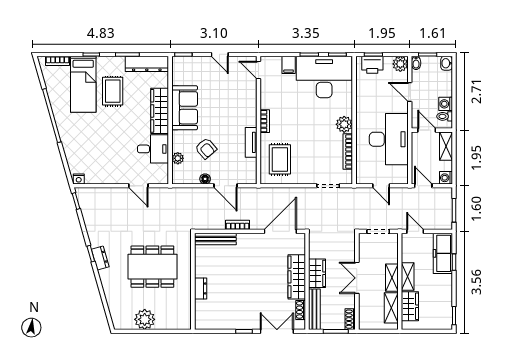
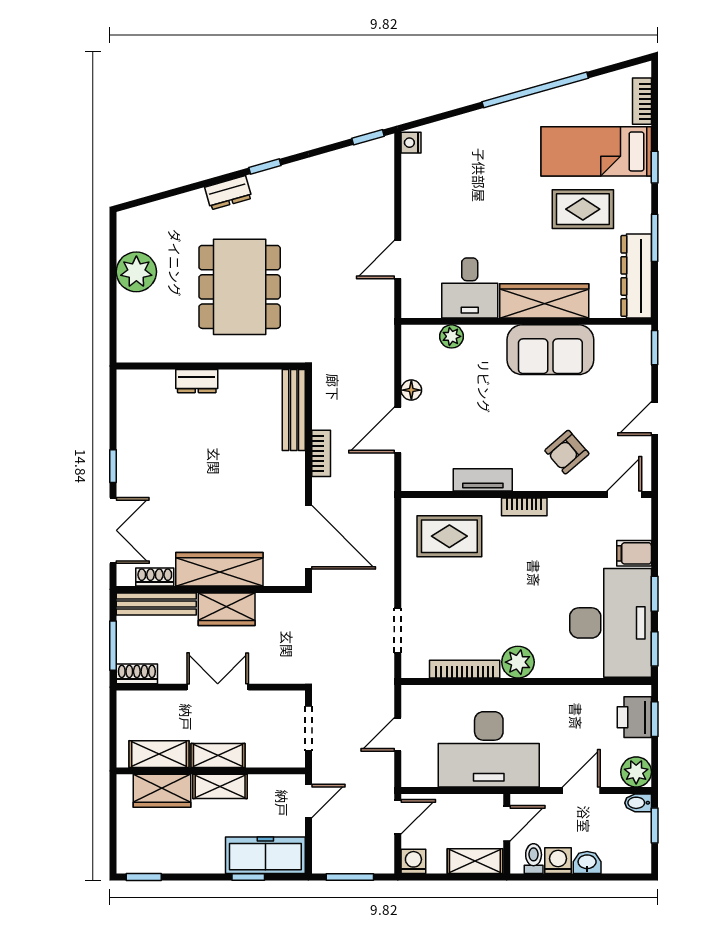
washbasin: (447, 63) -> (587, 862), moved
armchair: (206, 148) -> (567, 452), moved
dresser: (100, 258) -> (228, 193), moved

